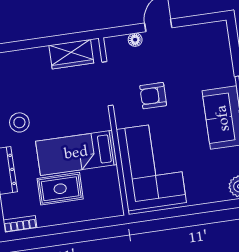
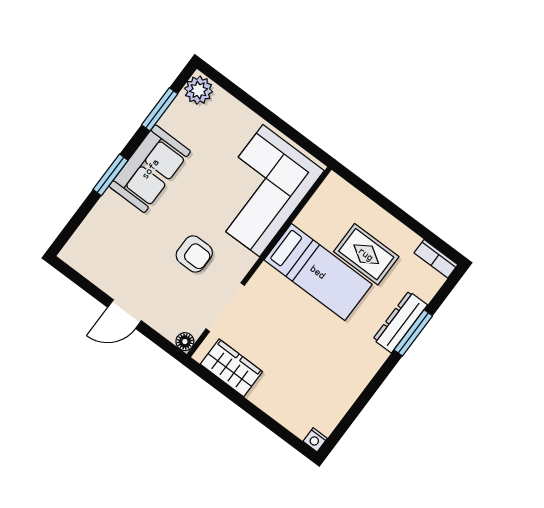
floor lamp: (135, 40) -> (185, 342), moved
stool: (19, 122) -> (342, 353), removed

